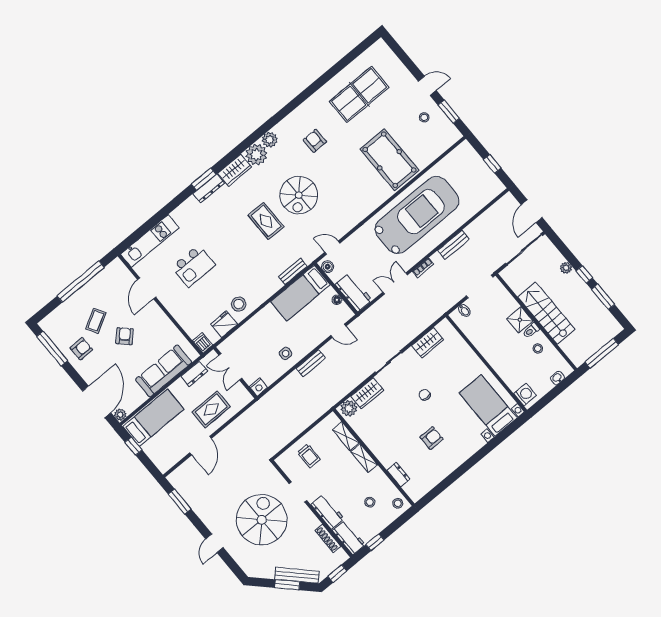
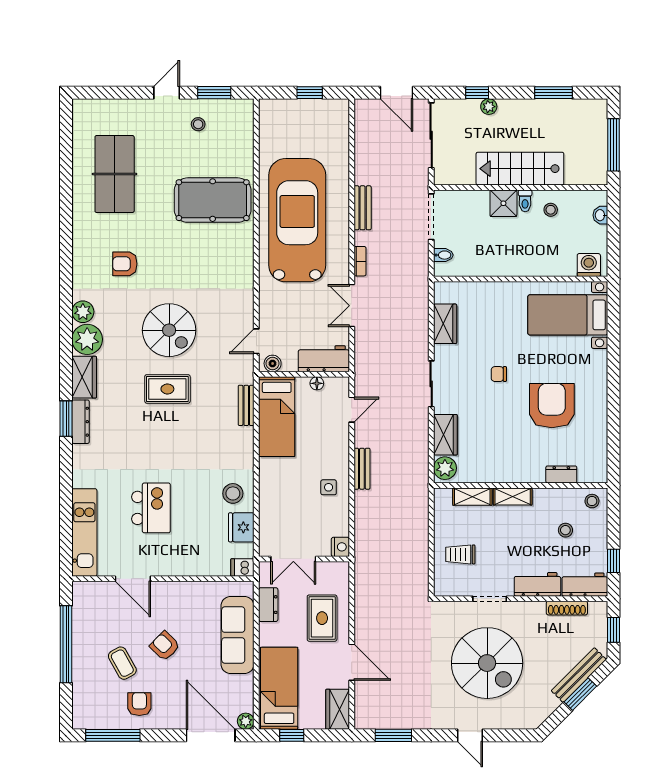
window: (584, 274) -> (477, 93), moved
armchair: (432, 438) -> (552, 406), width x1.88, depth x1.88
trolley: (309, 456) -> (460, 554), turned 180
wardrobe: (169, 459) -> (338, 709), added
spiral stairs: (262, 520) -> (487, 663), turned 180

